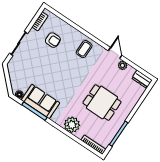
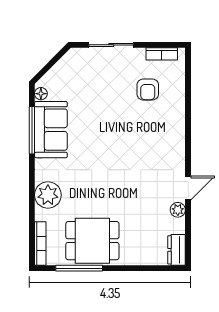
coffee table: (84, 49) -> (164, 141), removed
dining table: (102, 103) -> (92, 241), moved, turned 90

